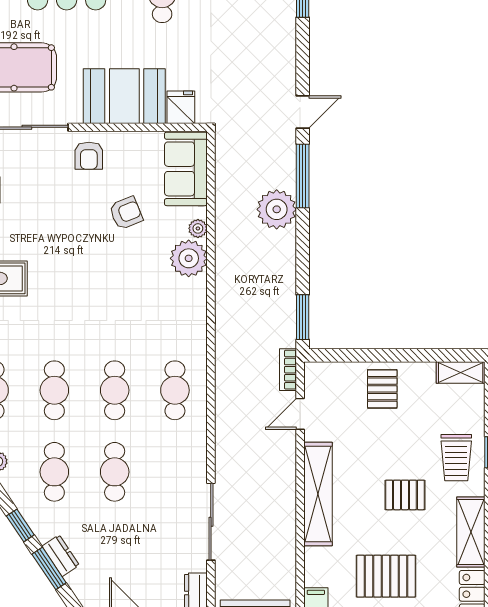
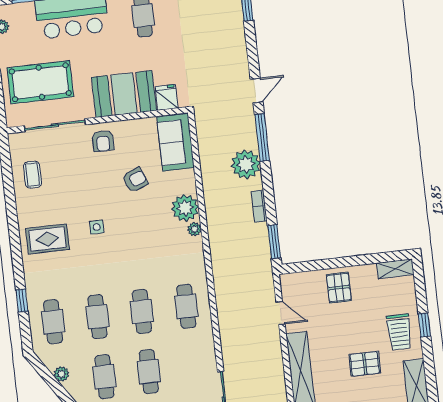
plant: (198, 228) -> (194, 229), moved
side table: (67, 270) -> (97, 227), added
bookcase: (288, 370) -> (259, 206), moved
door: (300, 414) -> (281, 313), swing flipped

